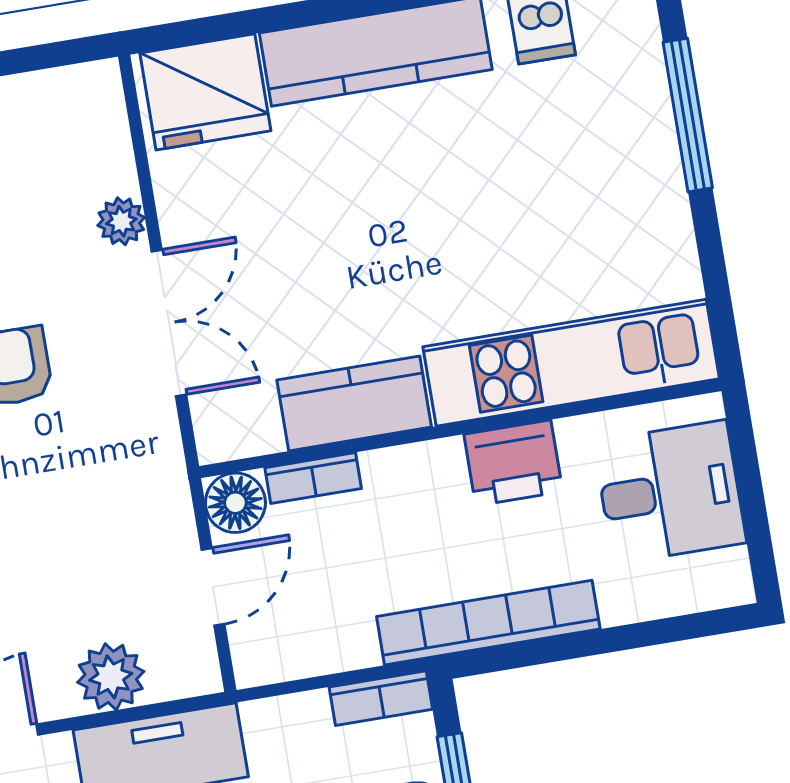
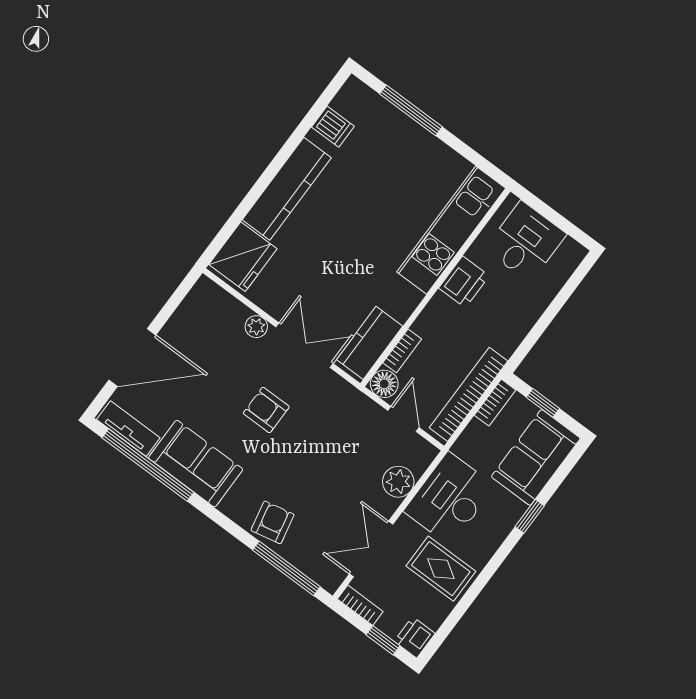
kitchen counter: (354, 403) -> (370, 343), moved
bookcase: (488, 623) -> (469, 394), moved

